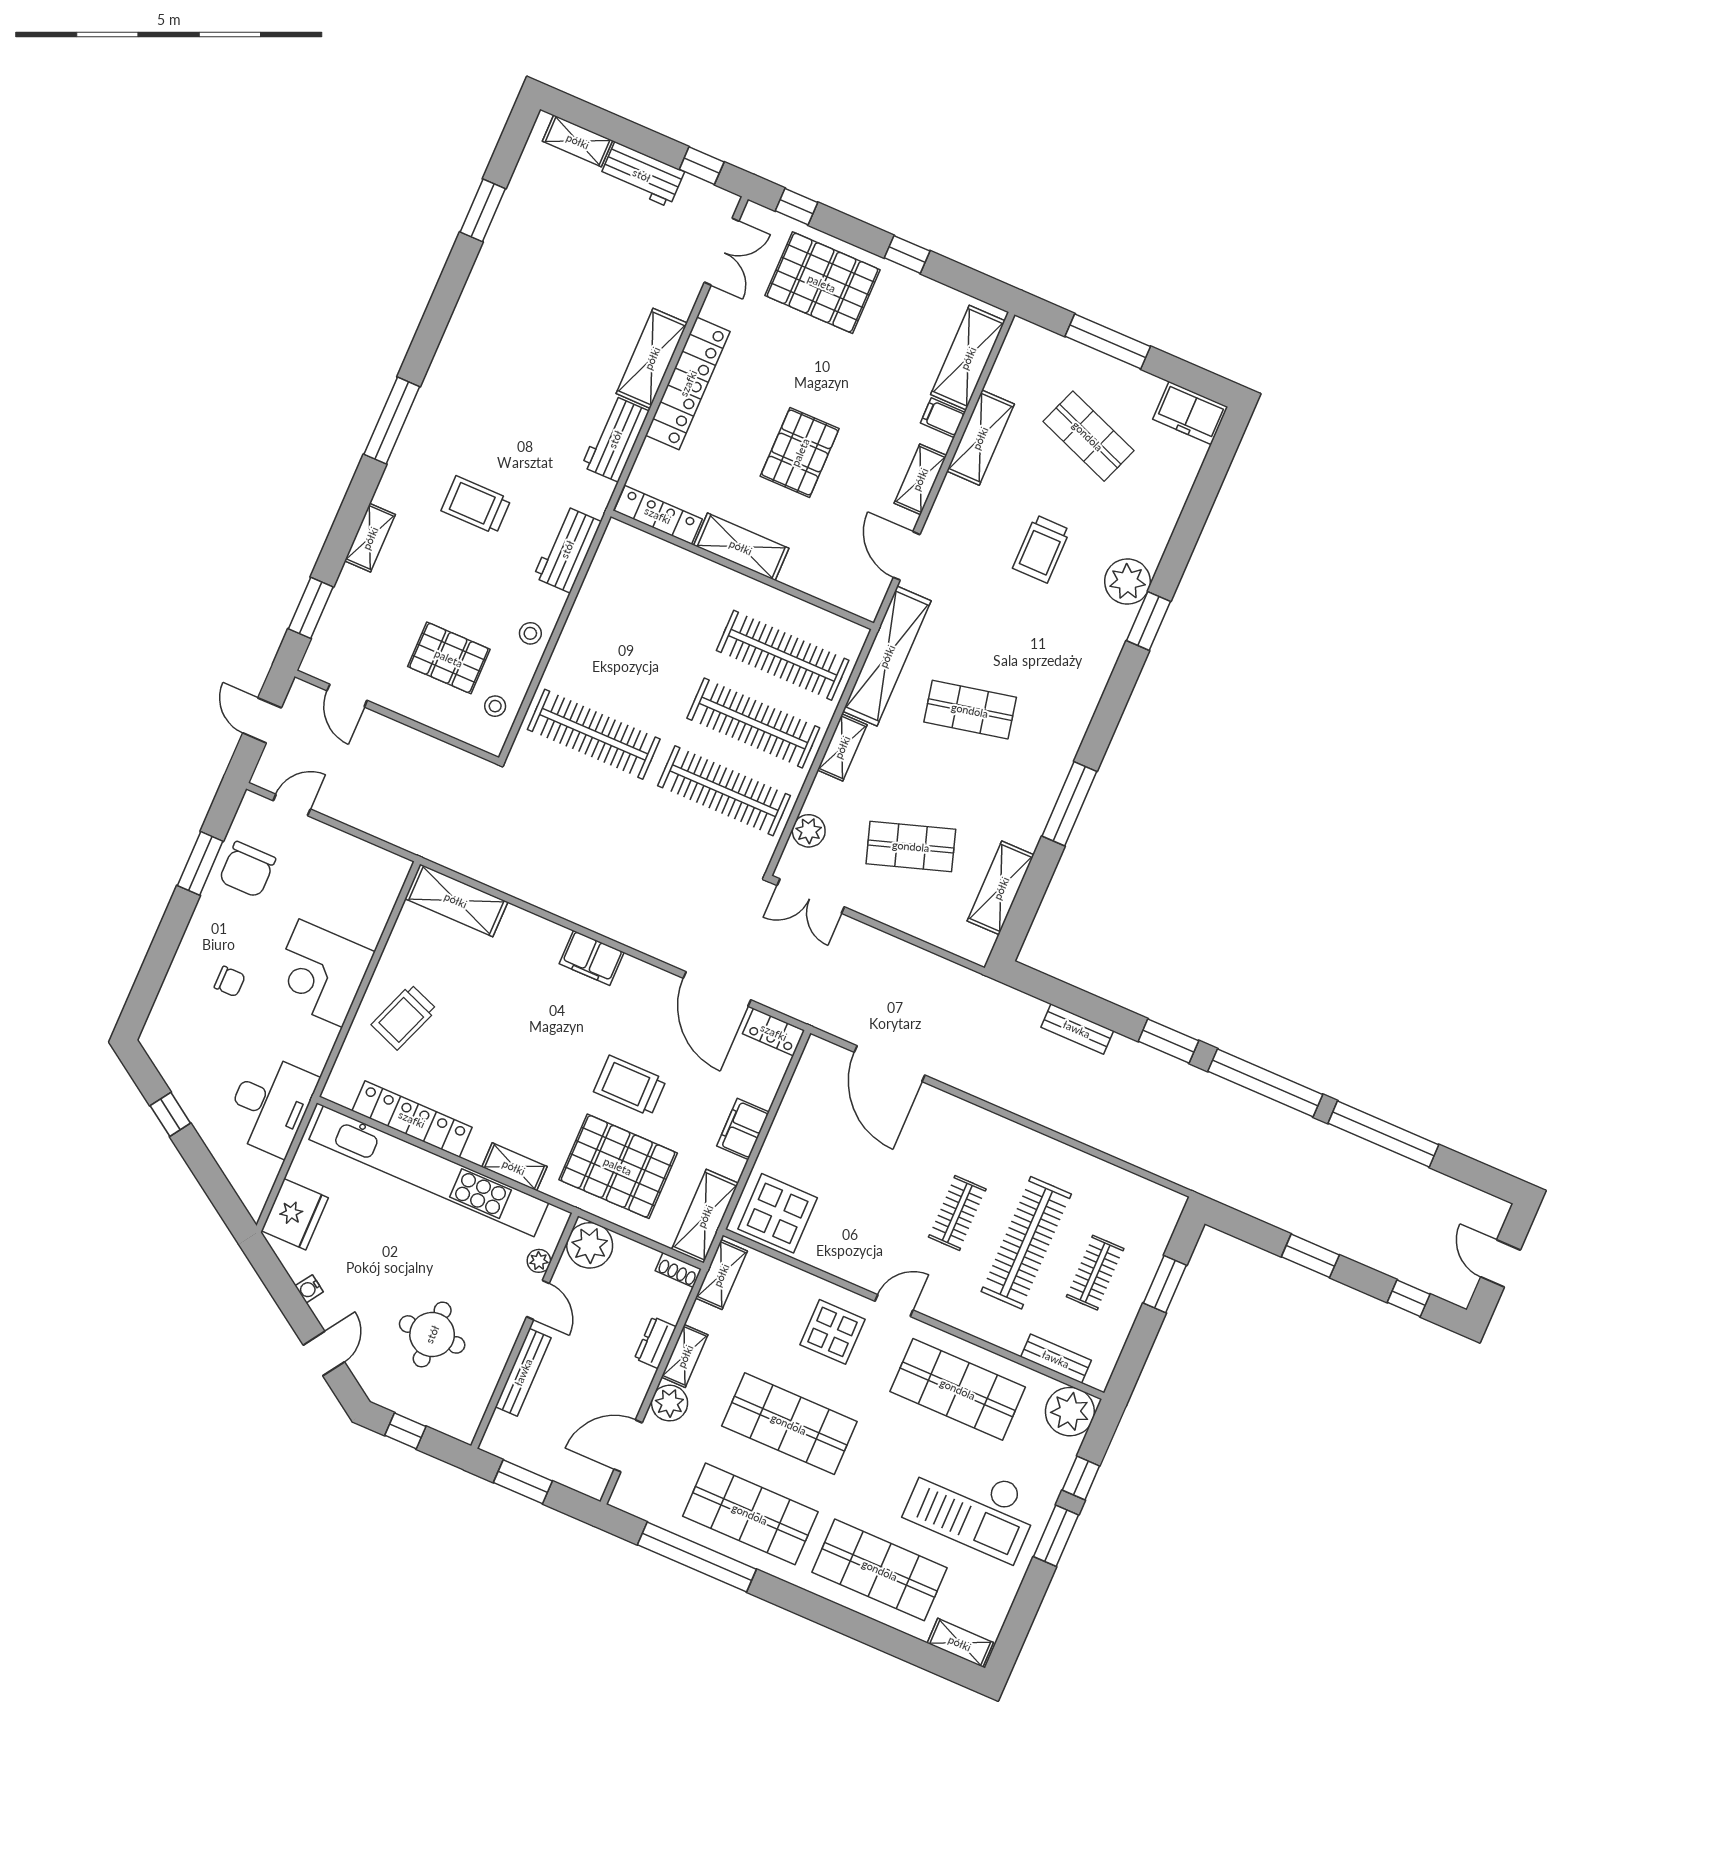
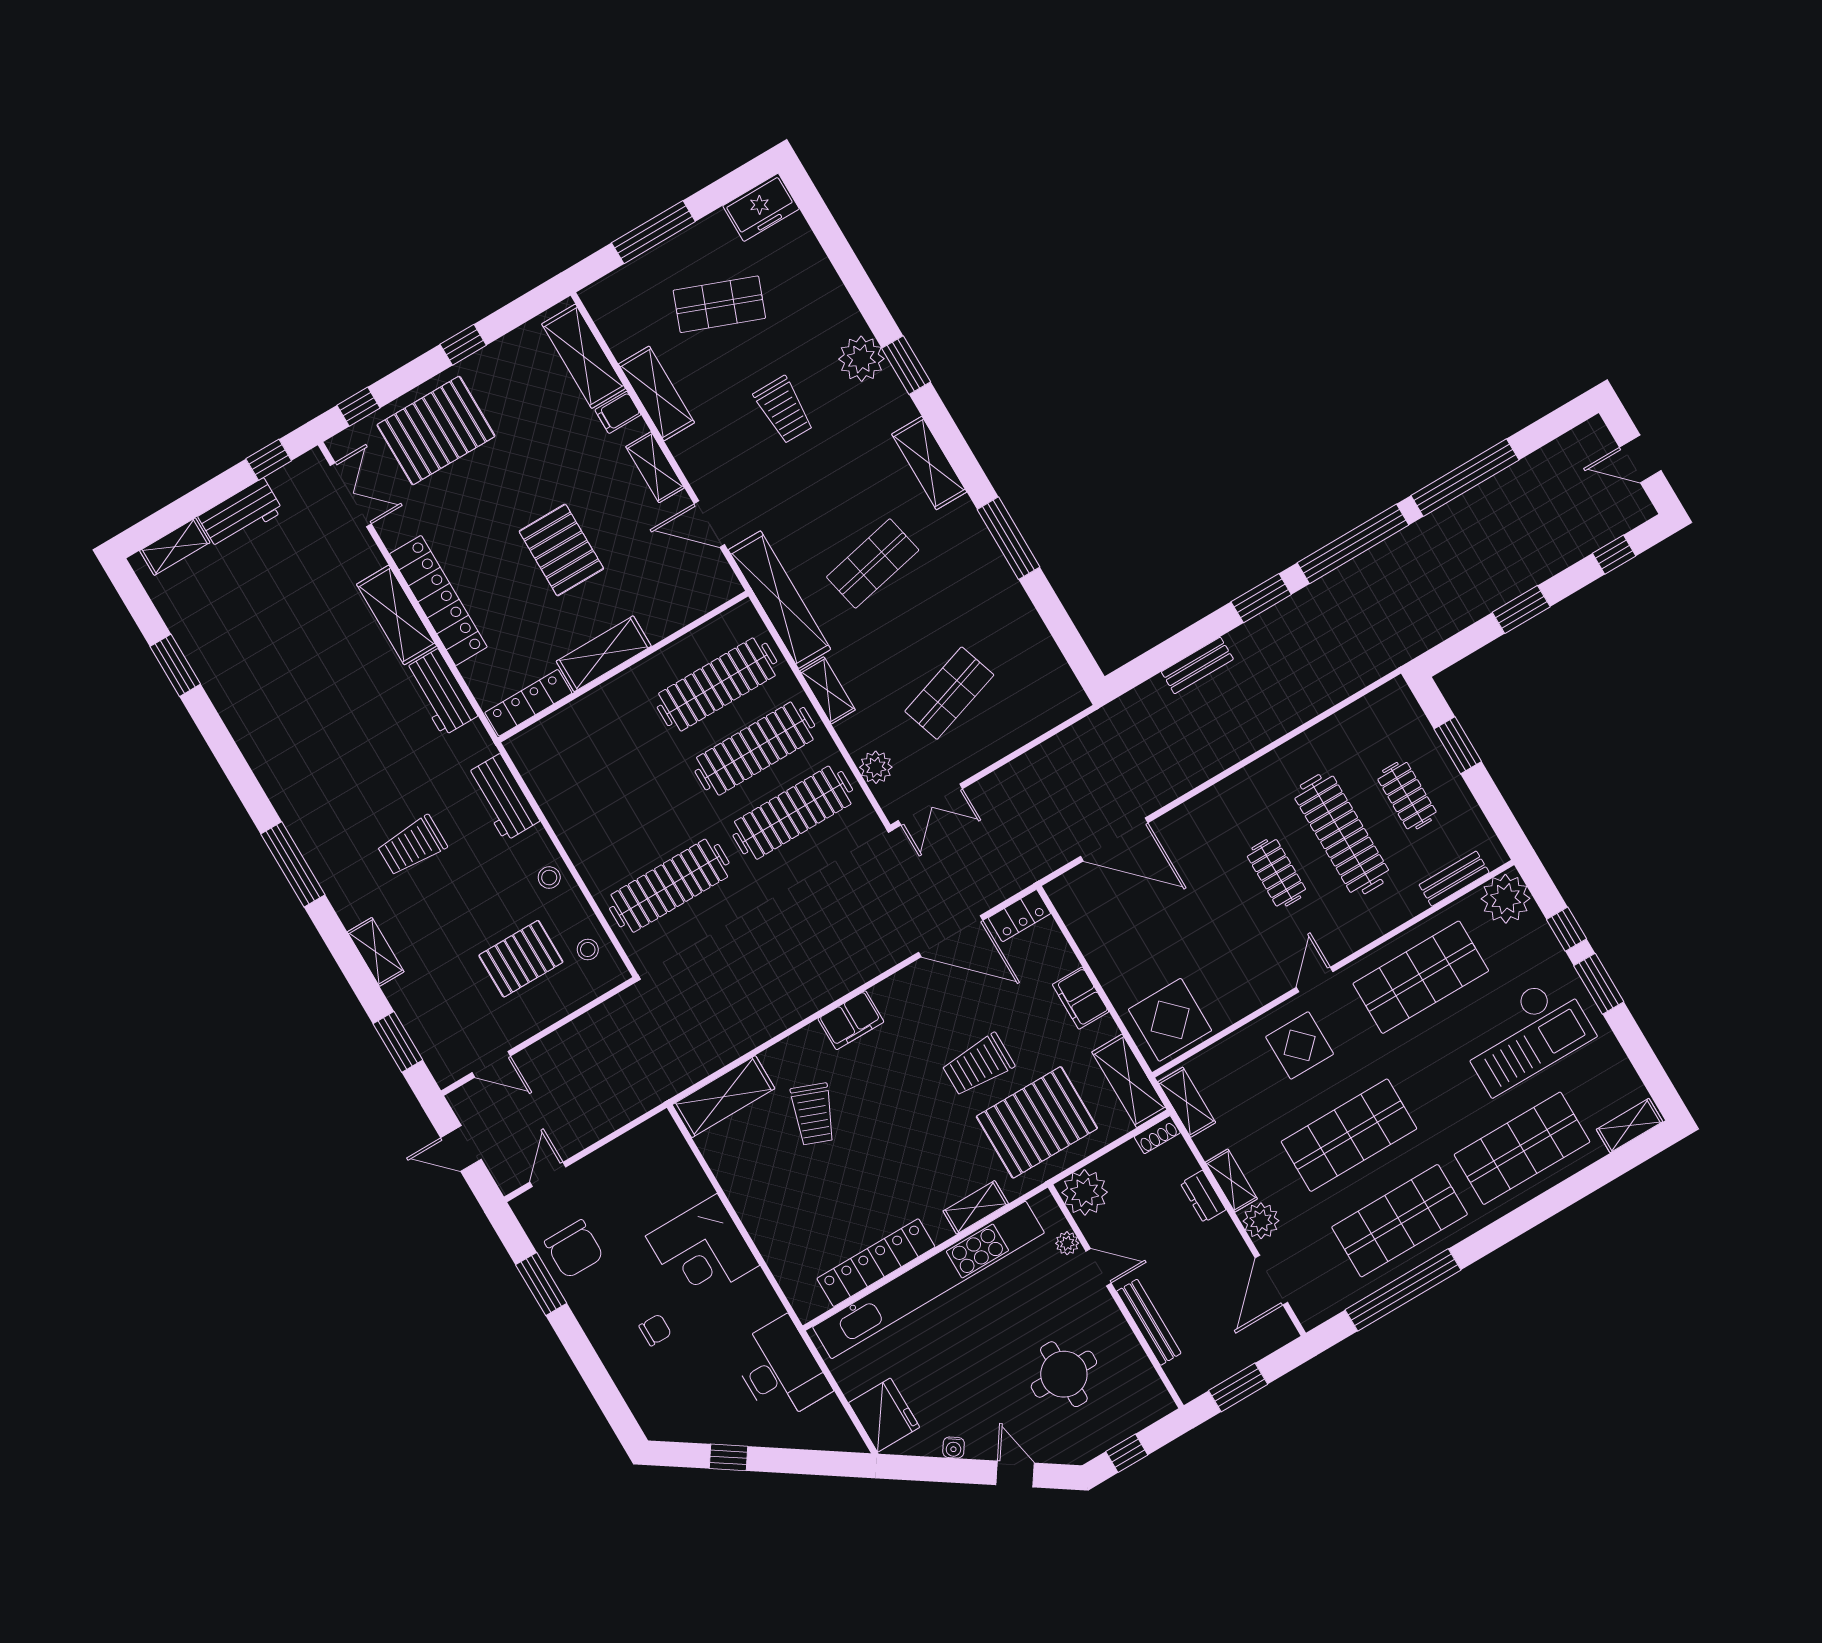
shelving: (1001, 888) -> (929, 463), moved
trolley: (404, 1017) -> (813, 1114), moved

